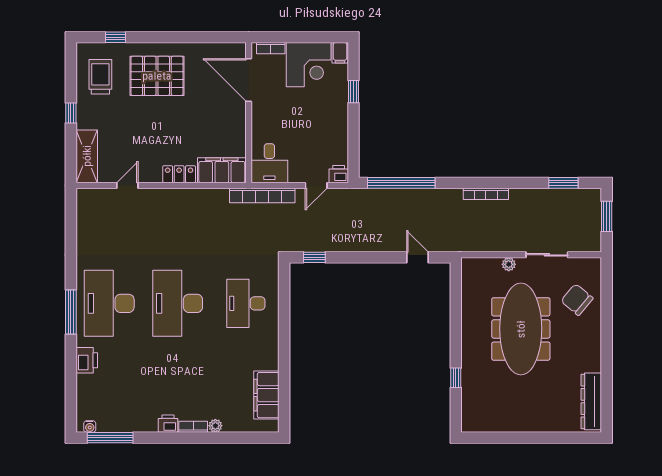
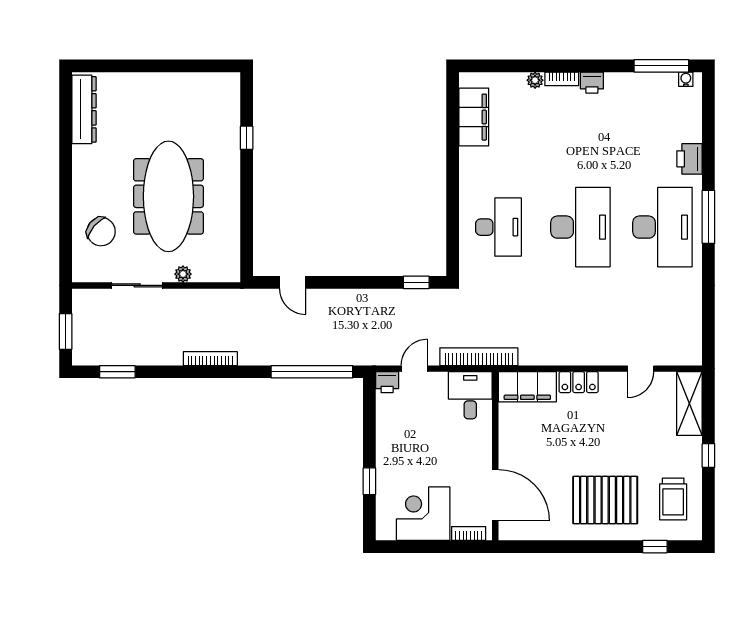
filing cabinet: (340, 53) -> (385, 528), removed

